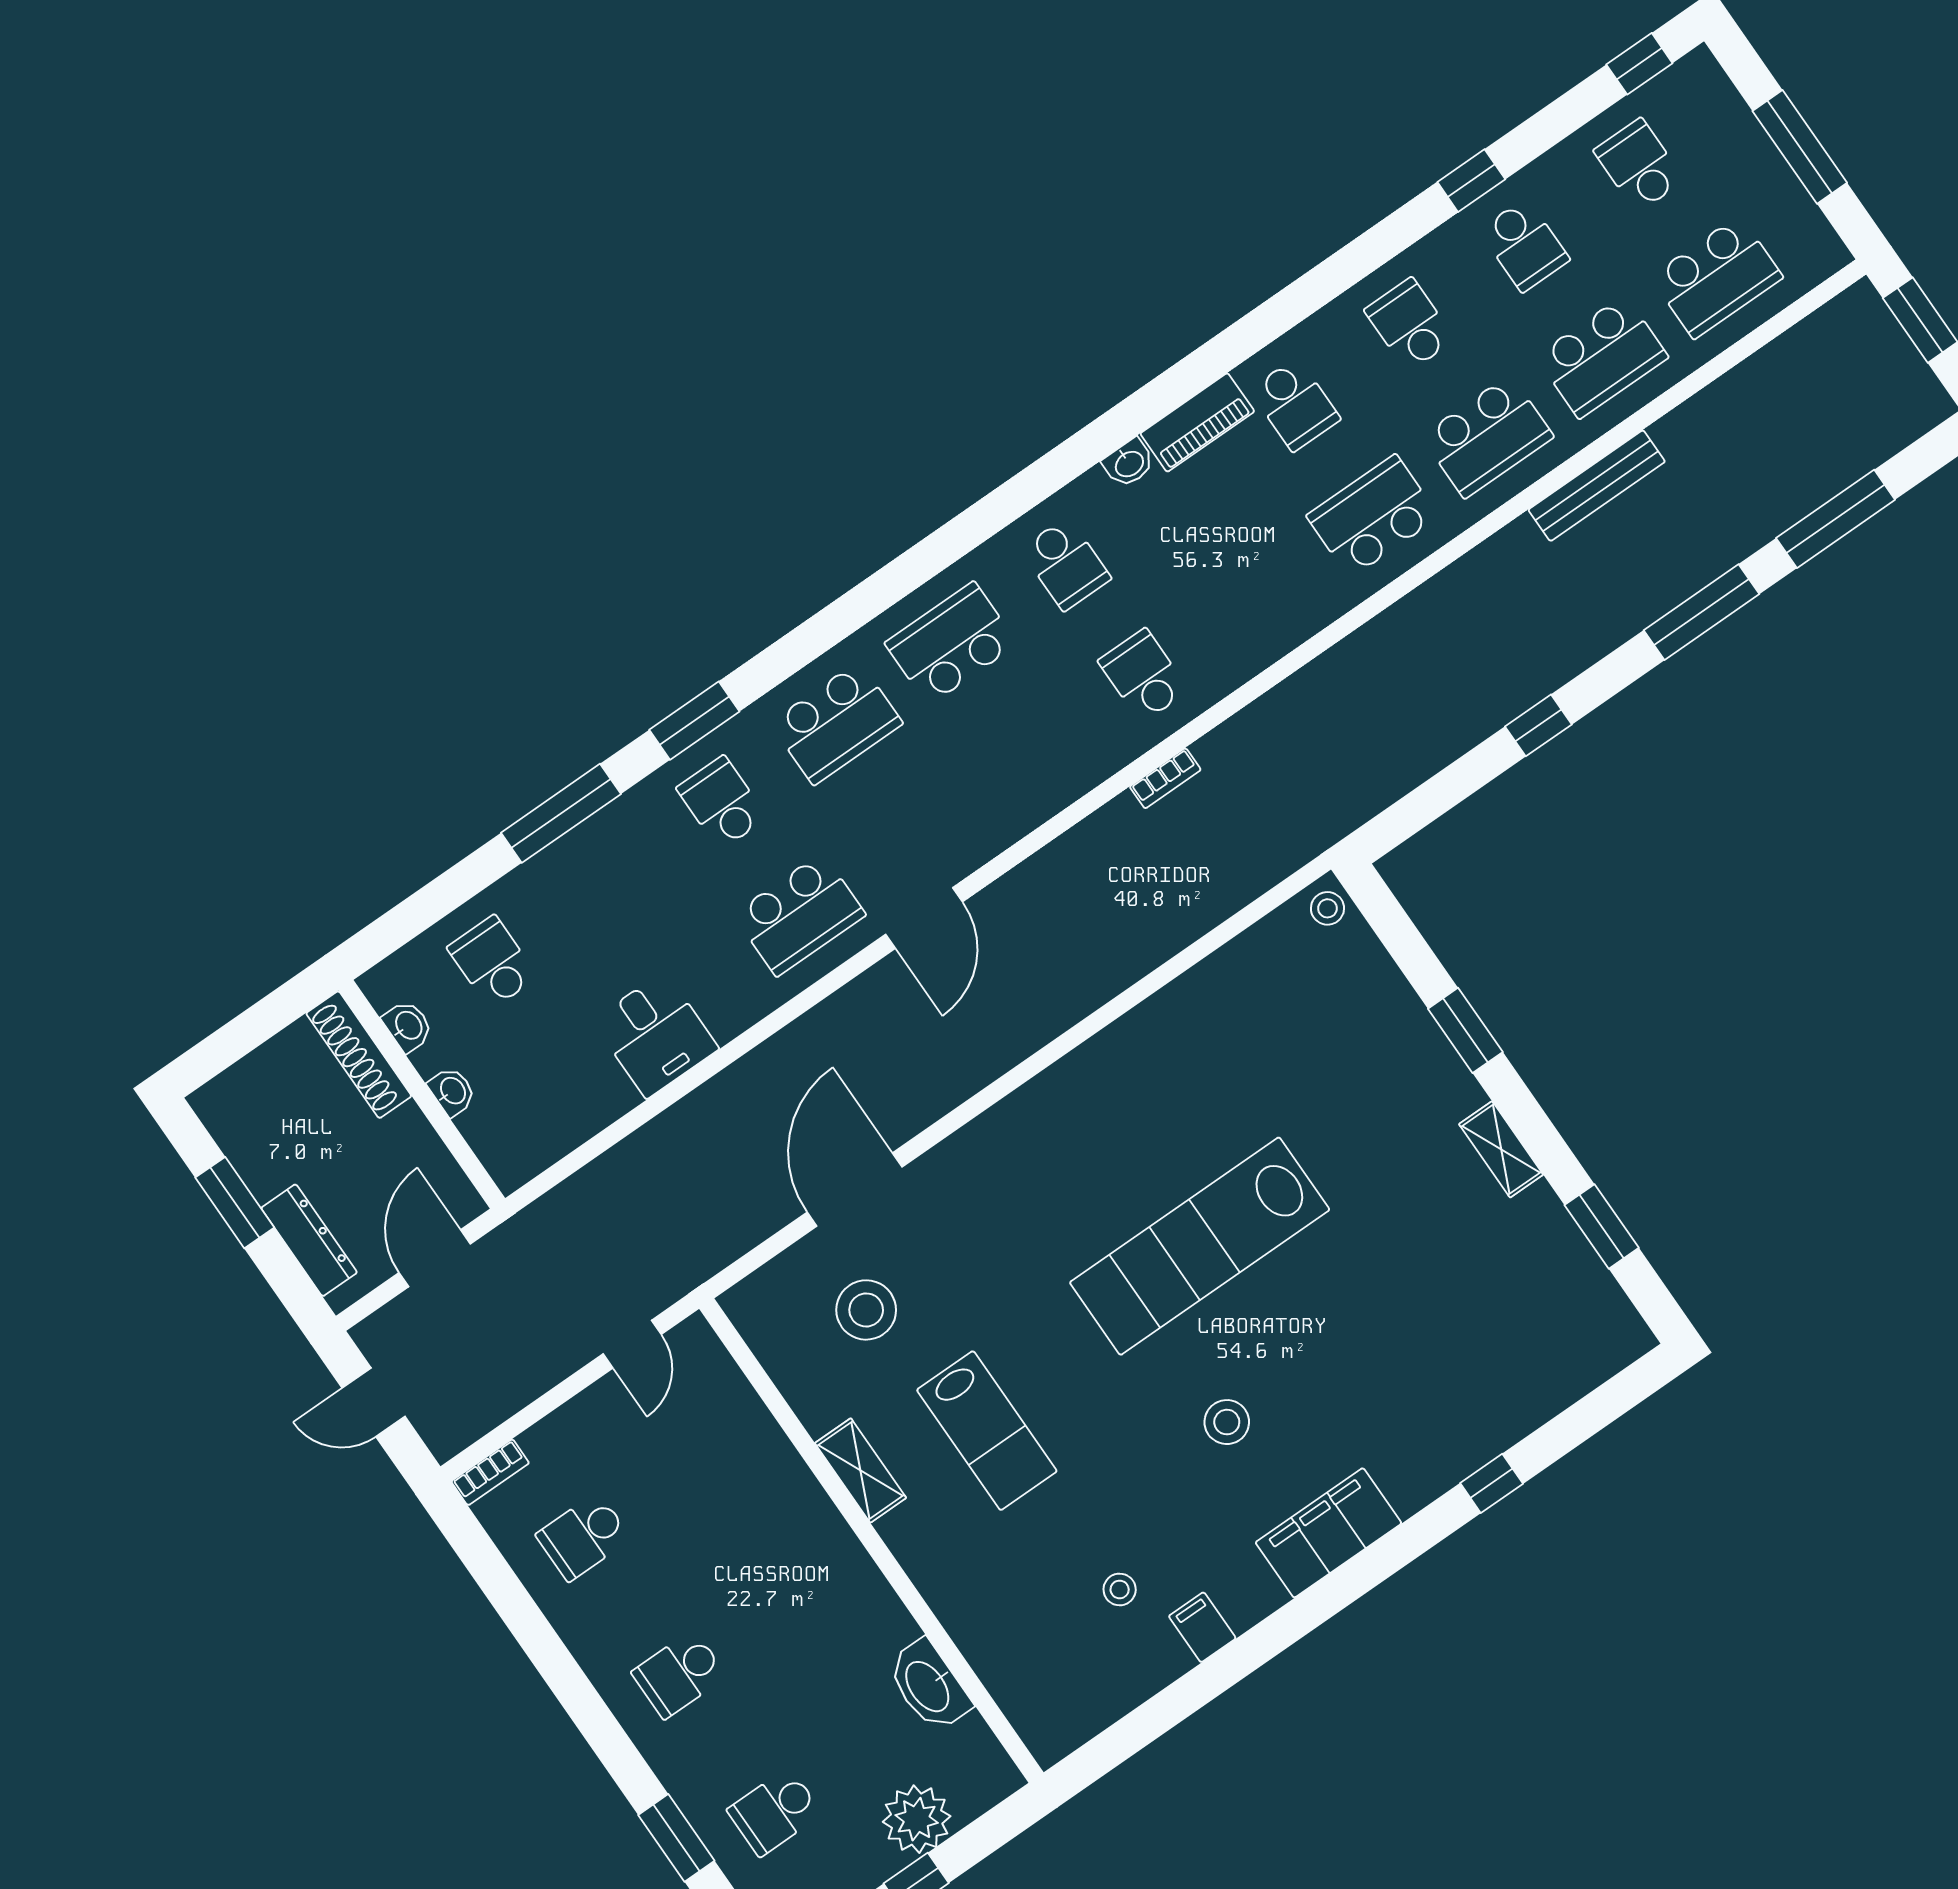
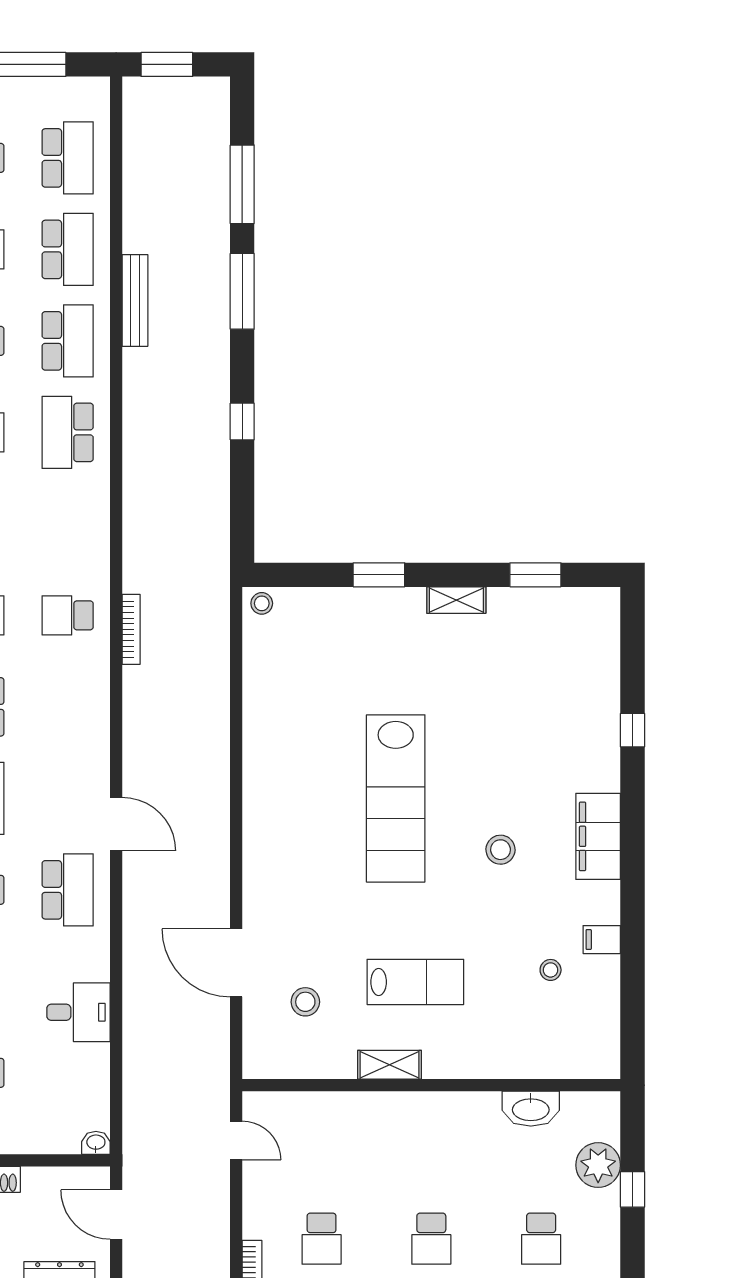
bookcase: (1165, 778) -> (131, 629), width x1.56
washbasin: (452, 1091) -> (96, 1143), moved
stool: (866, 1310) -> (305, 1002), width x0.73, depth x0.73

